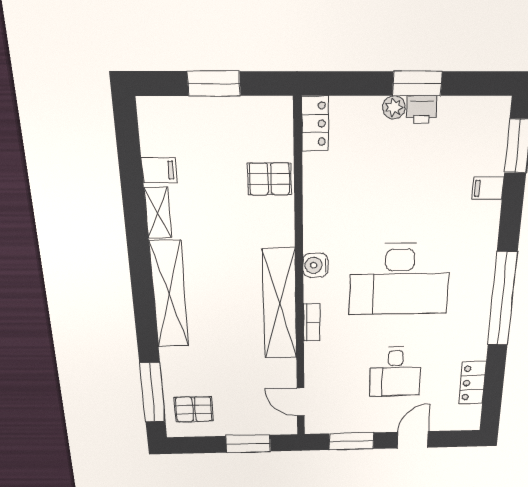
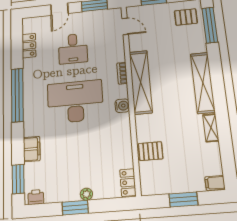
printer: (422, 110) -> (36, 197), moved
filing cabinet: (159, 170) -> (215, 183), moved
filing cabinet: (488, 188) -> (32, 149), width x2.00
desk: (395, 371) -> (73, 49), turned 180

